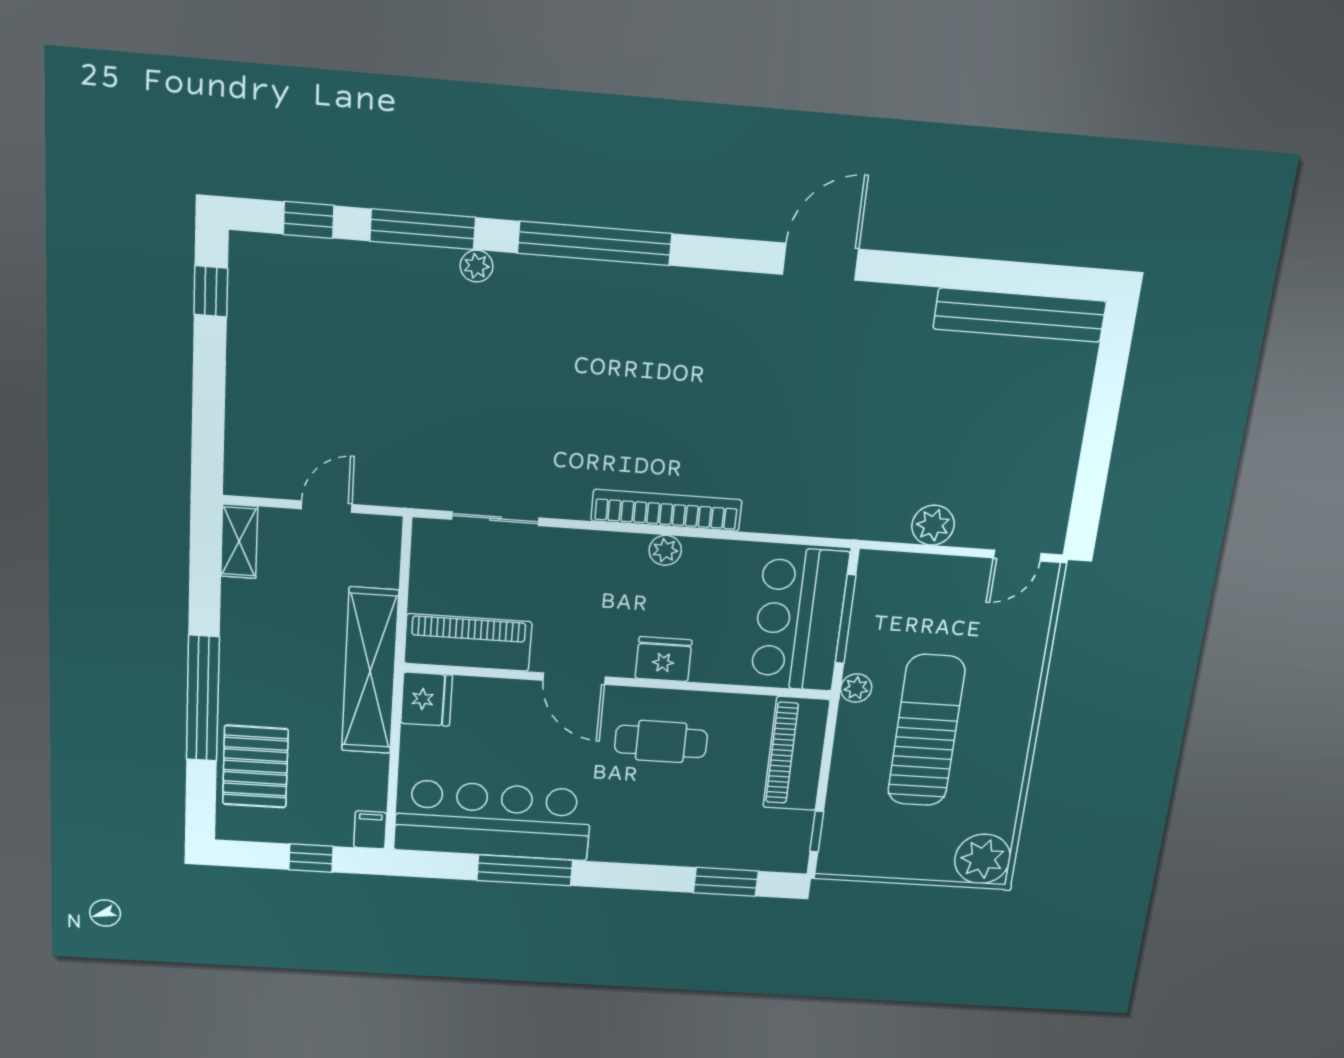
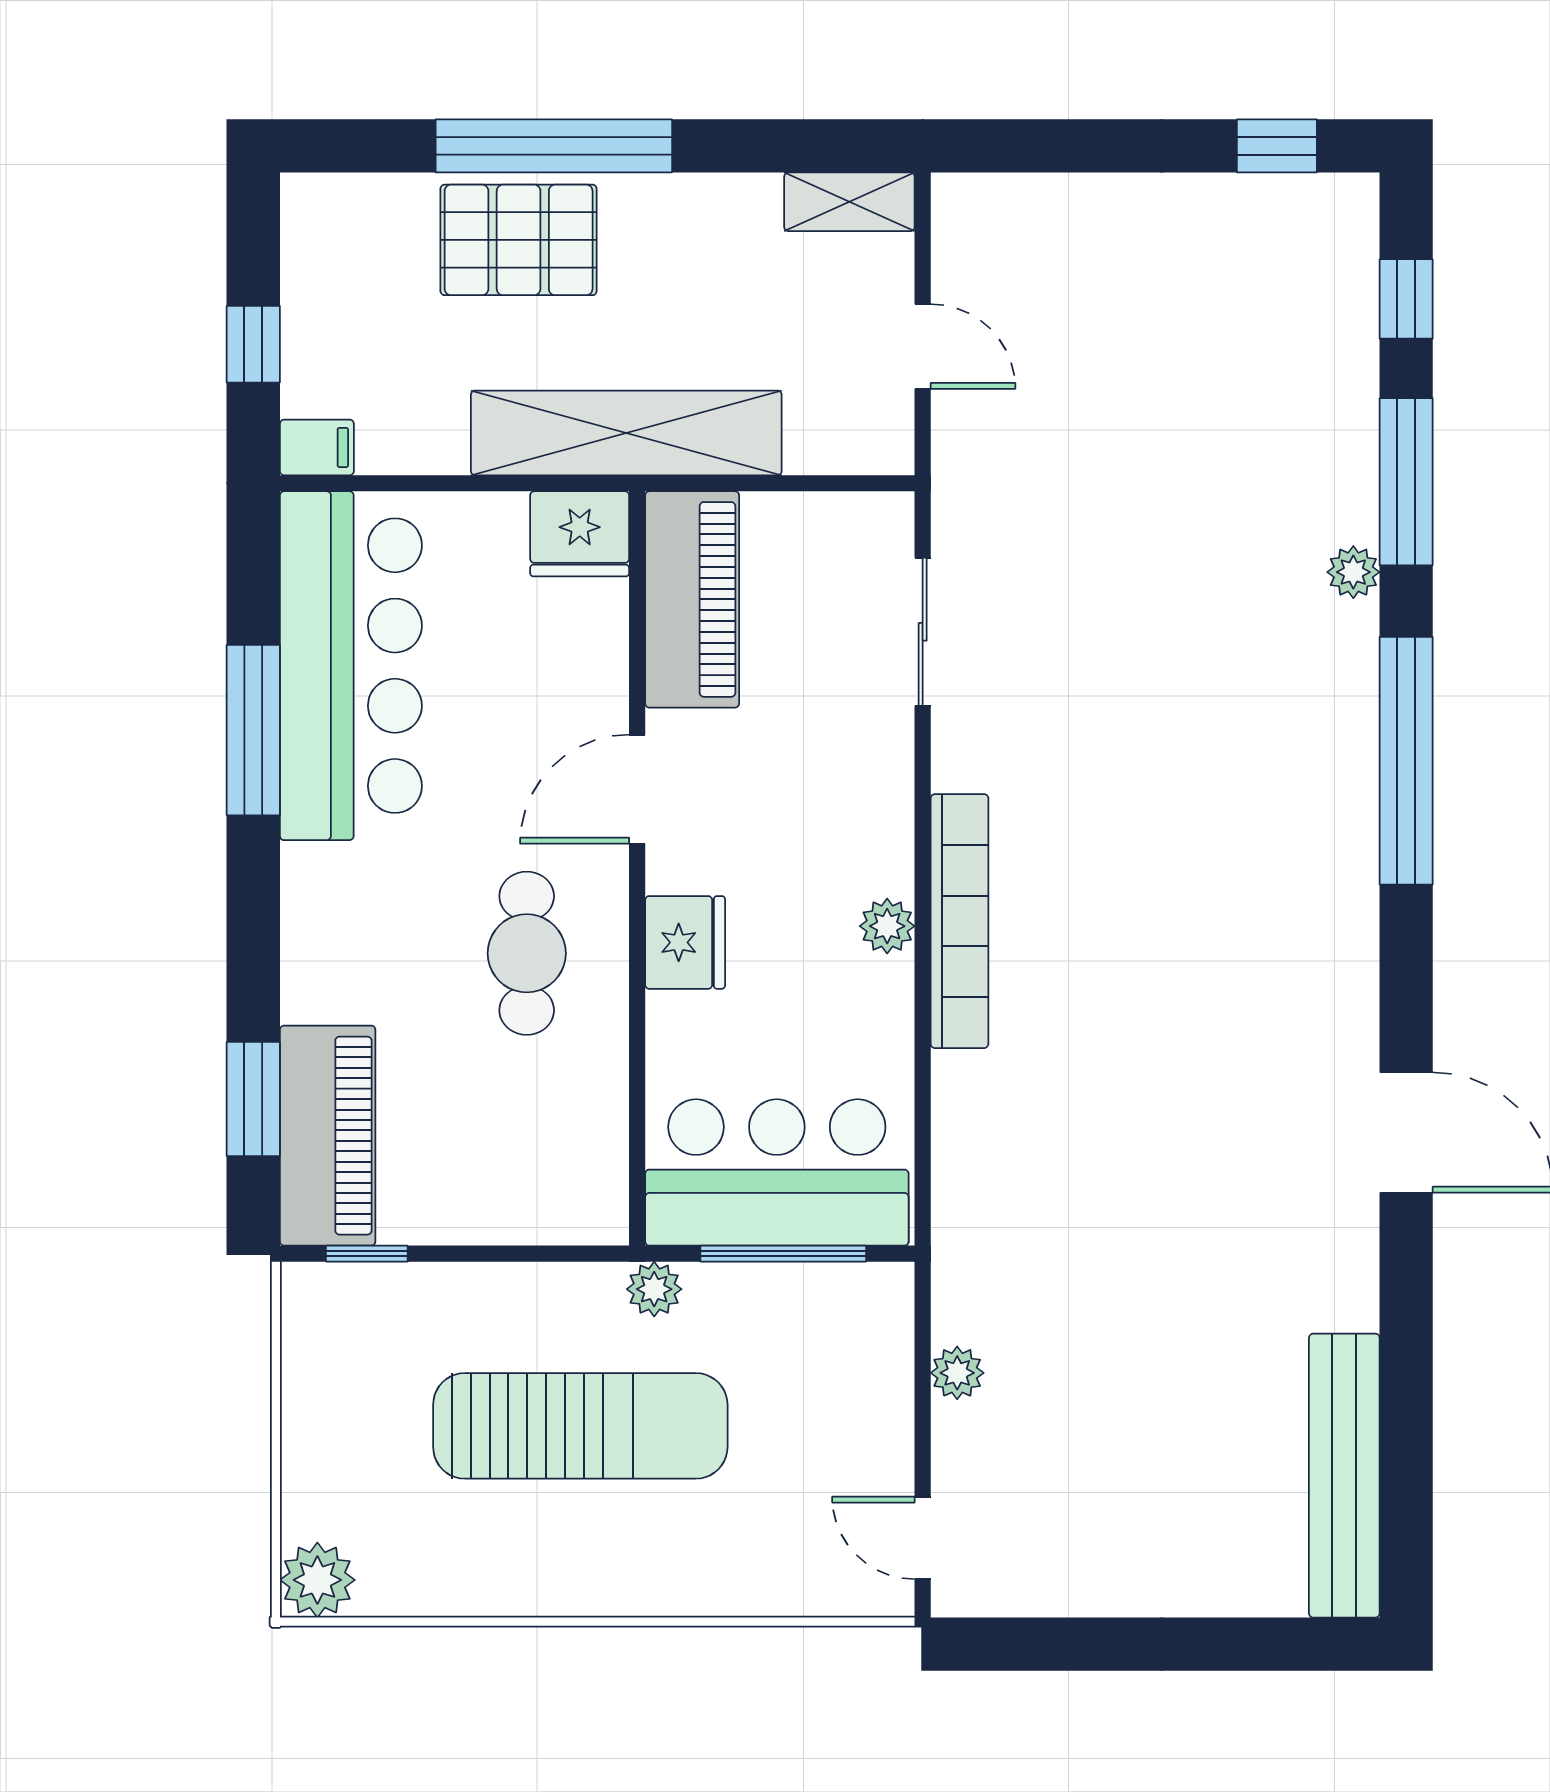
plant: (933, 525) -> (957, 1373), width x0.73, depth x0.73
piano: (796, 754) -> (328, 1136), moved, turned 90
pallet: (255, 767) -> (519, 240), moved
plant: (983, 859) -> (317, 1580), width x0.73, depth x0.73

